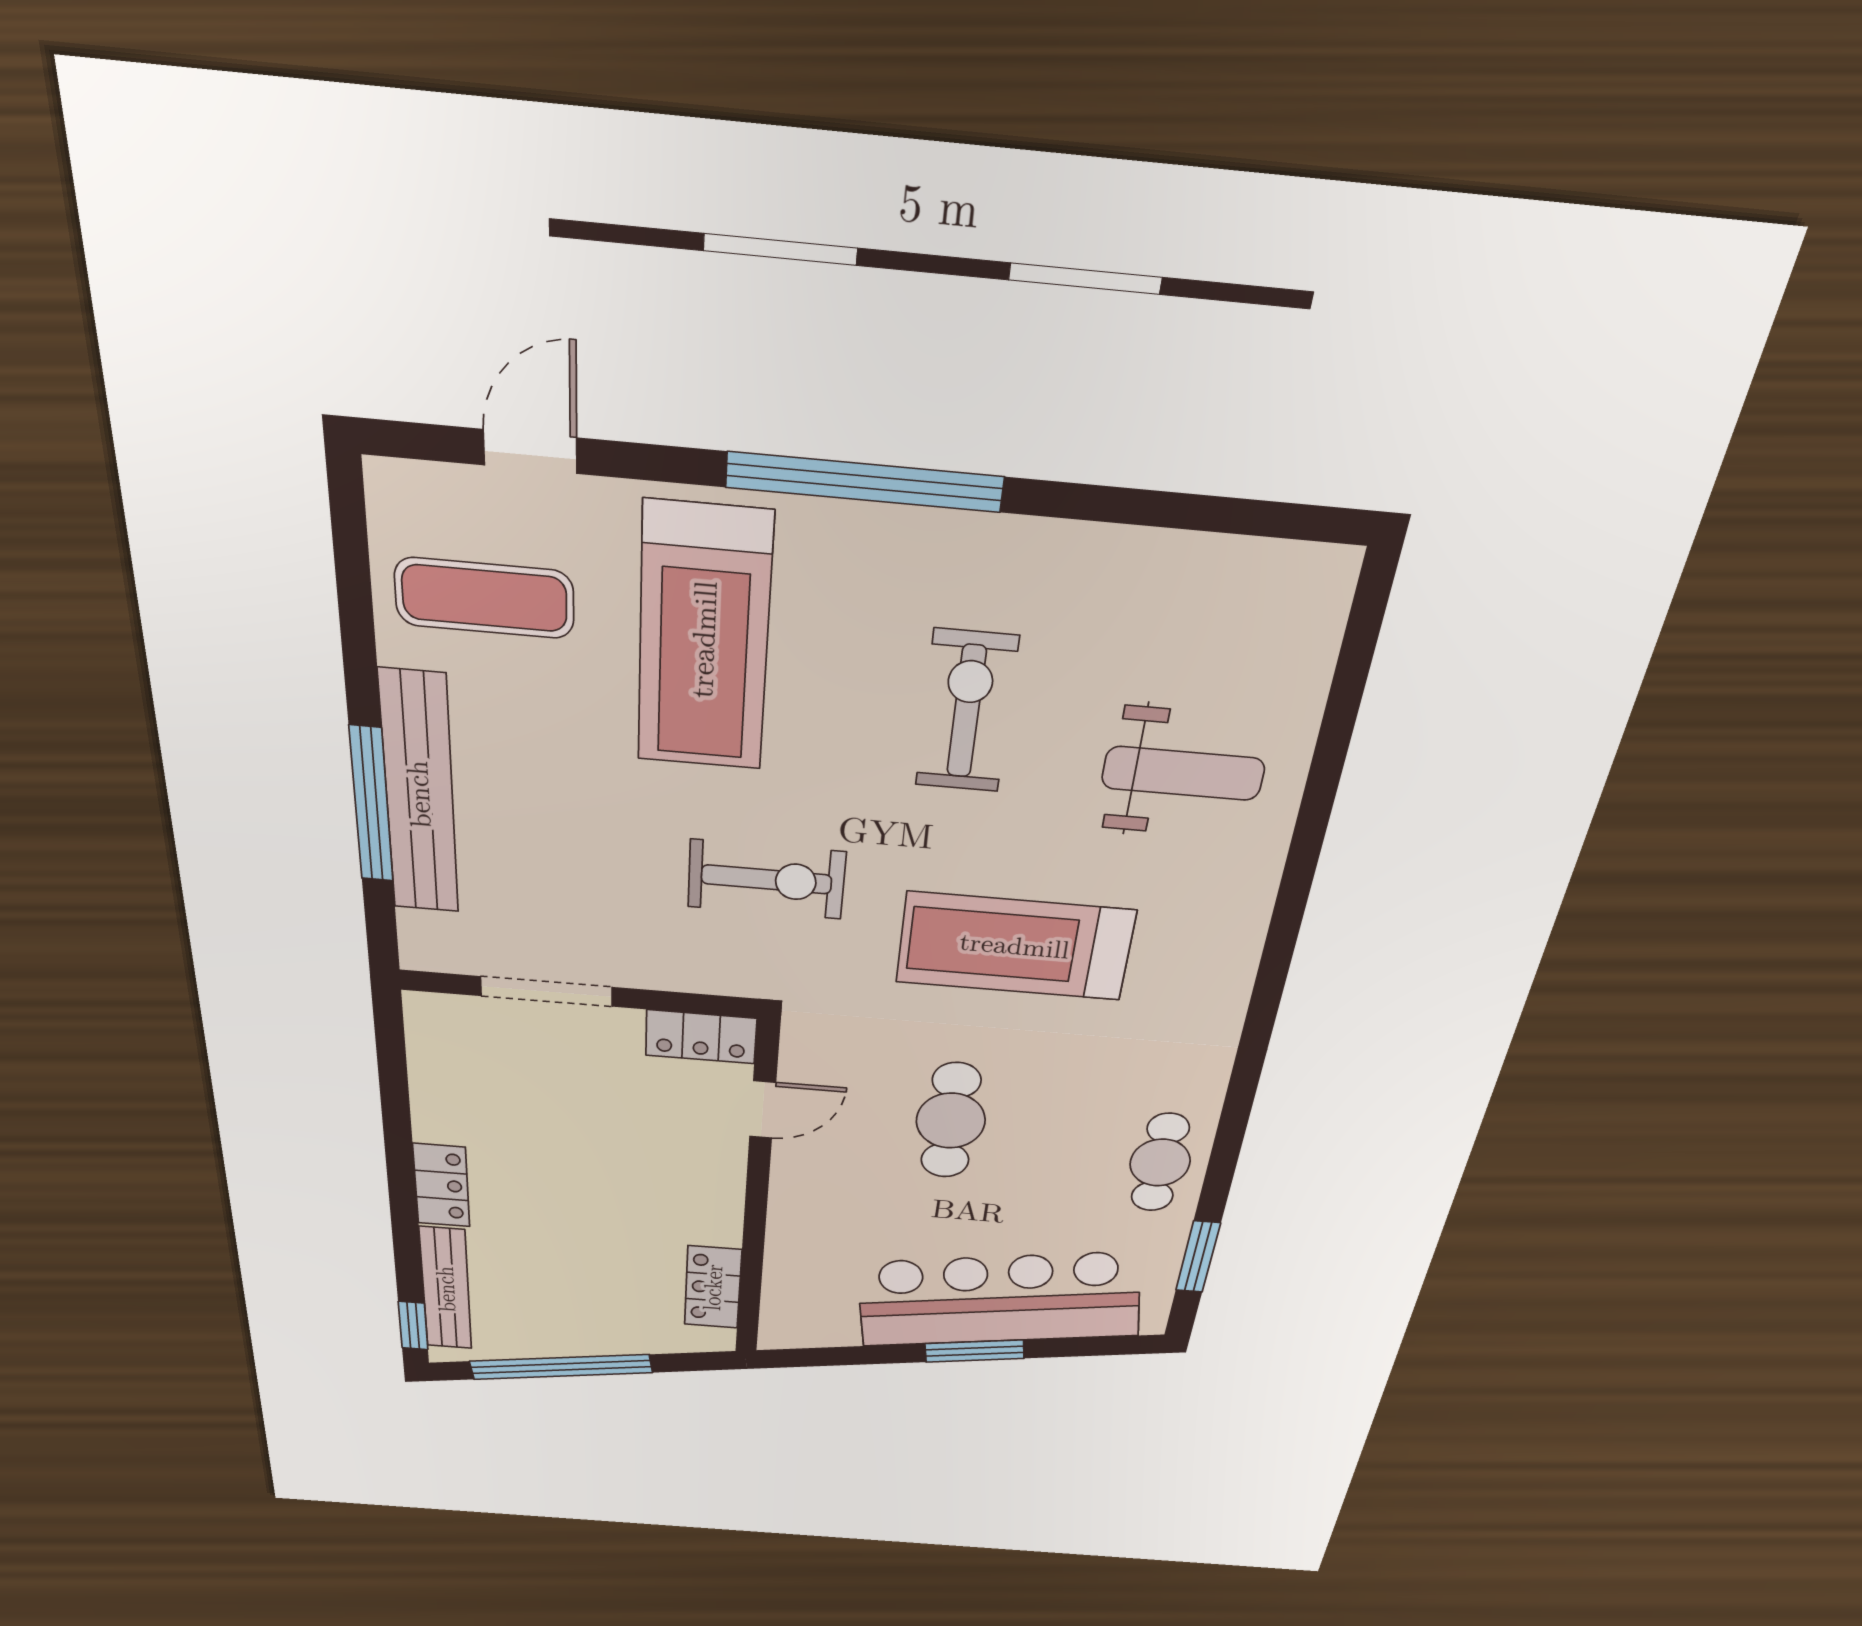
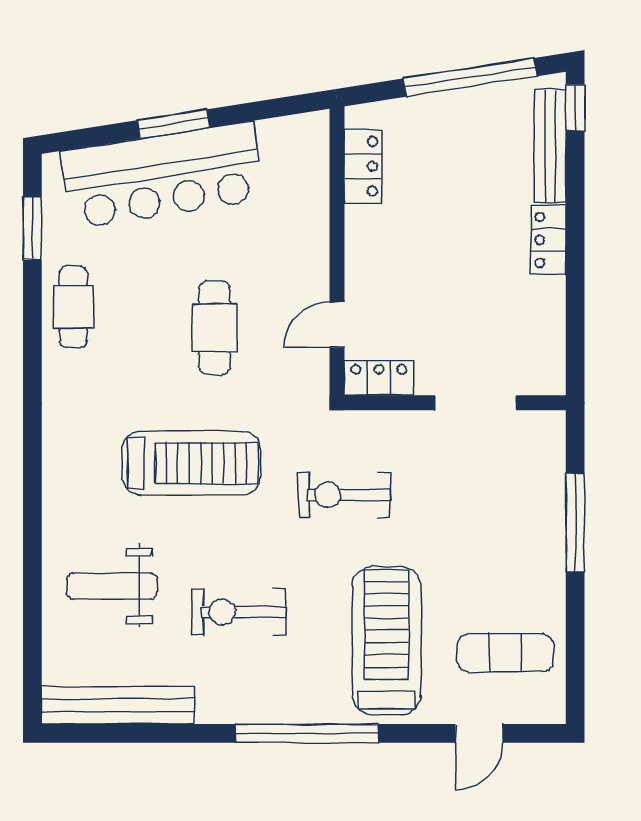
exercise bike: (966, 712) -> (239, 612), turned 90
bench: (419, 794) -> (118, 705), moved, turned 90

